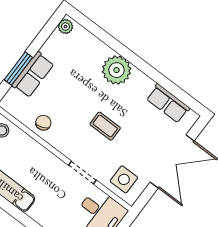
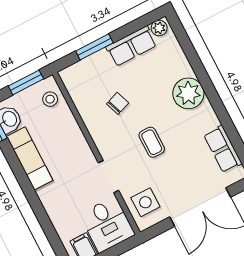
row of seats: (33, 75) -> (131, 46), moved
chair: (43, 123) -> (118, 103), moved

